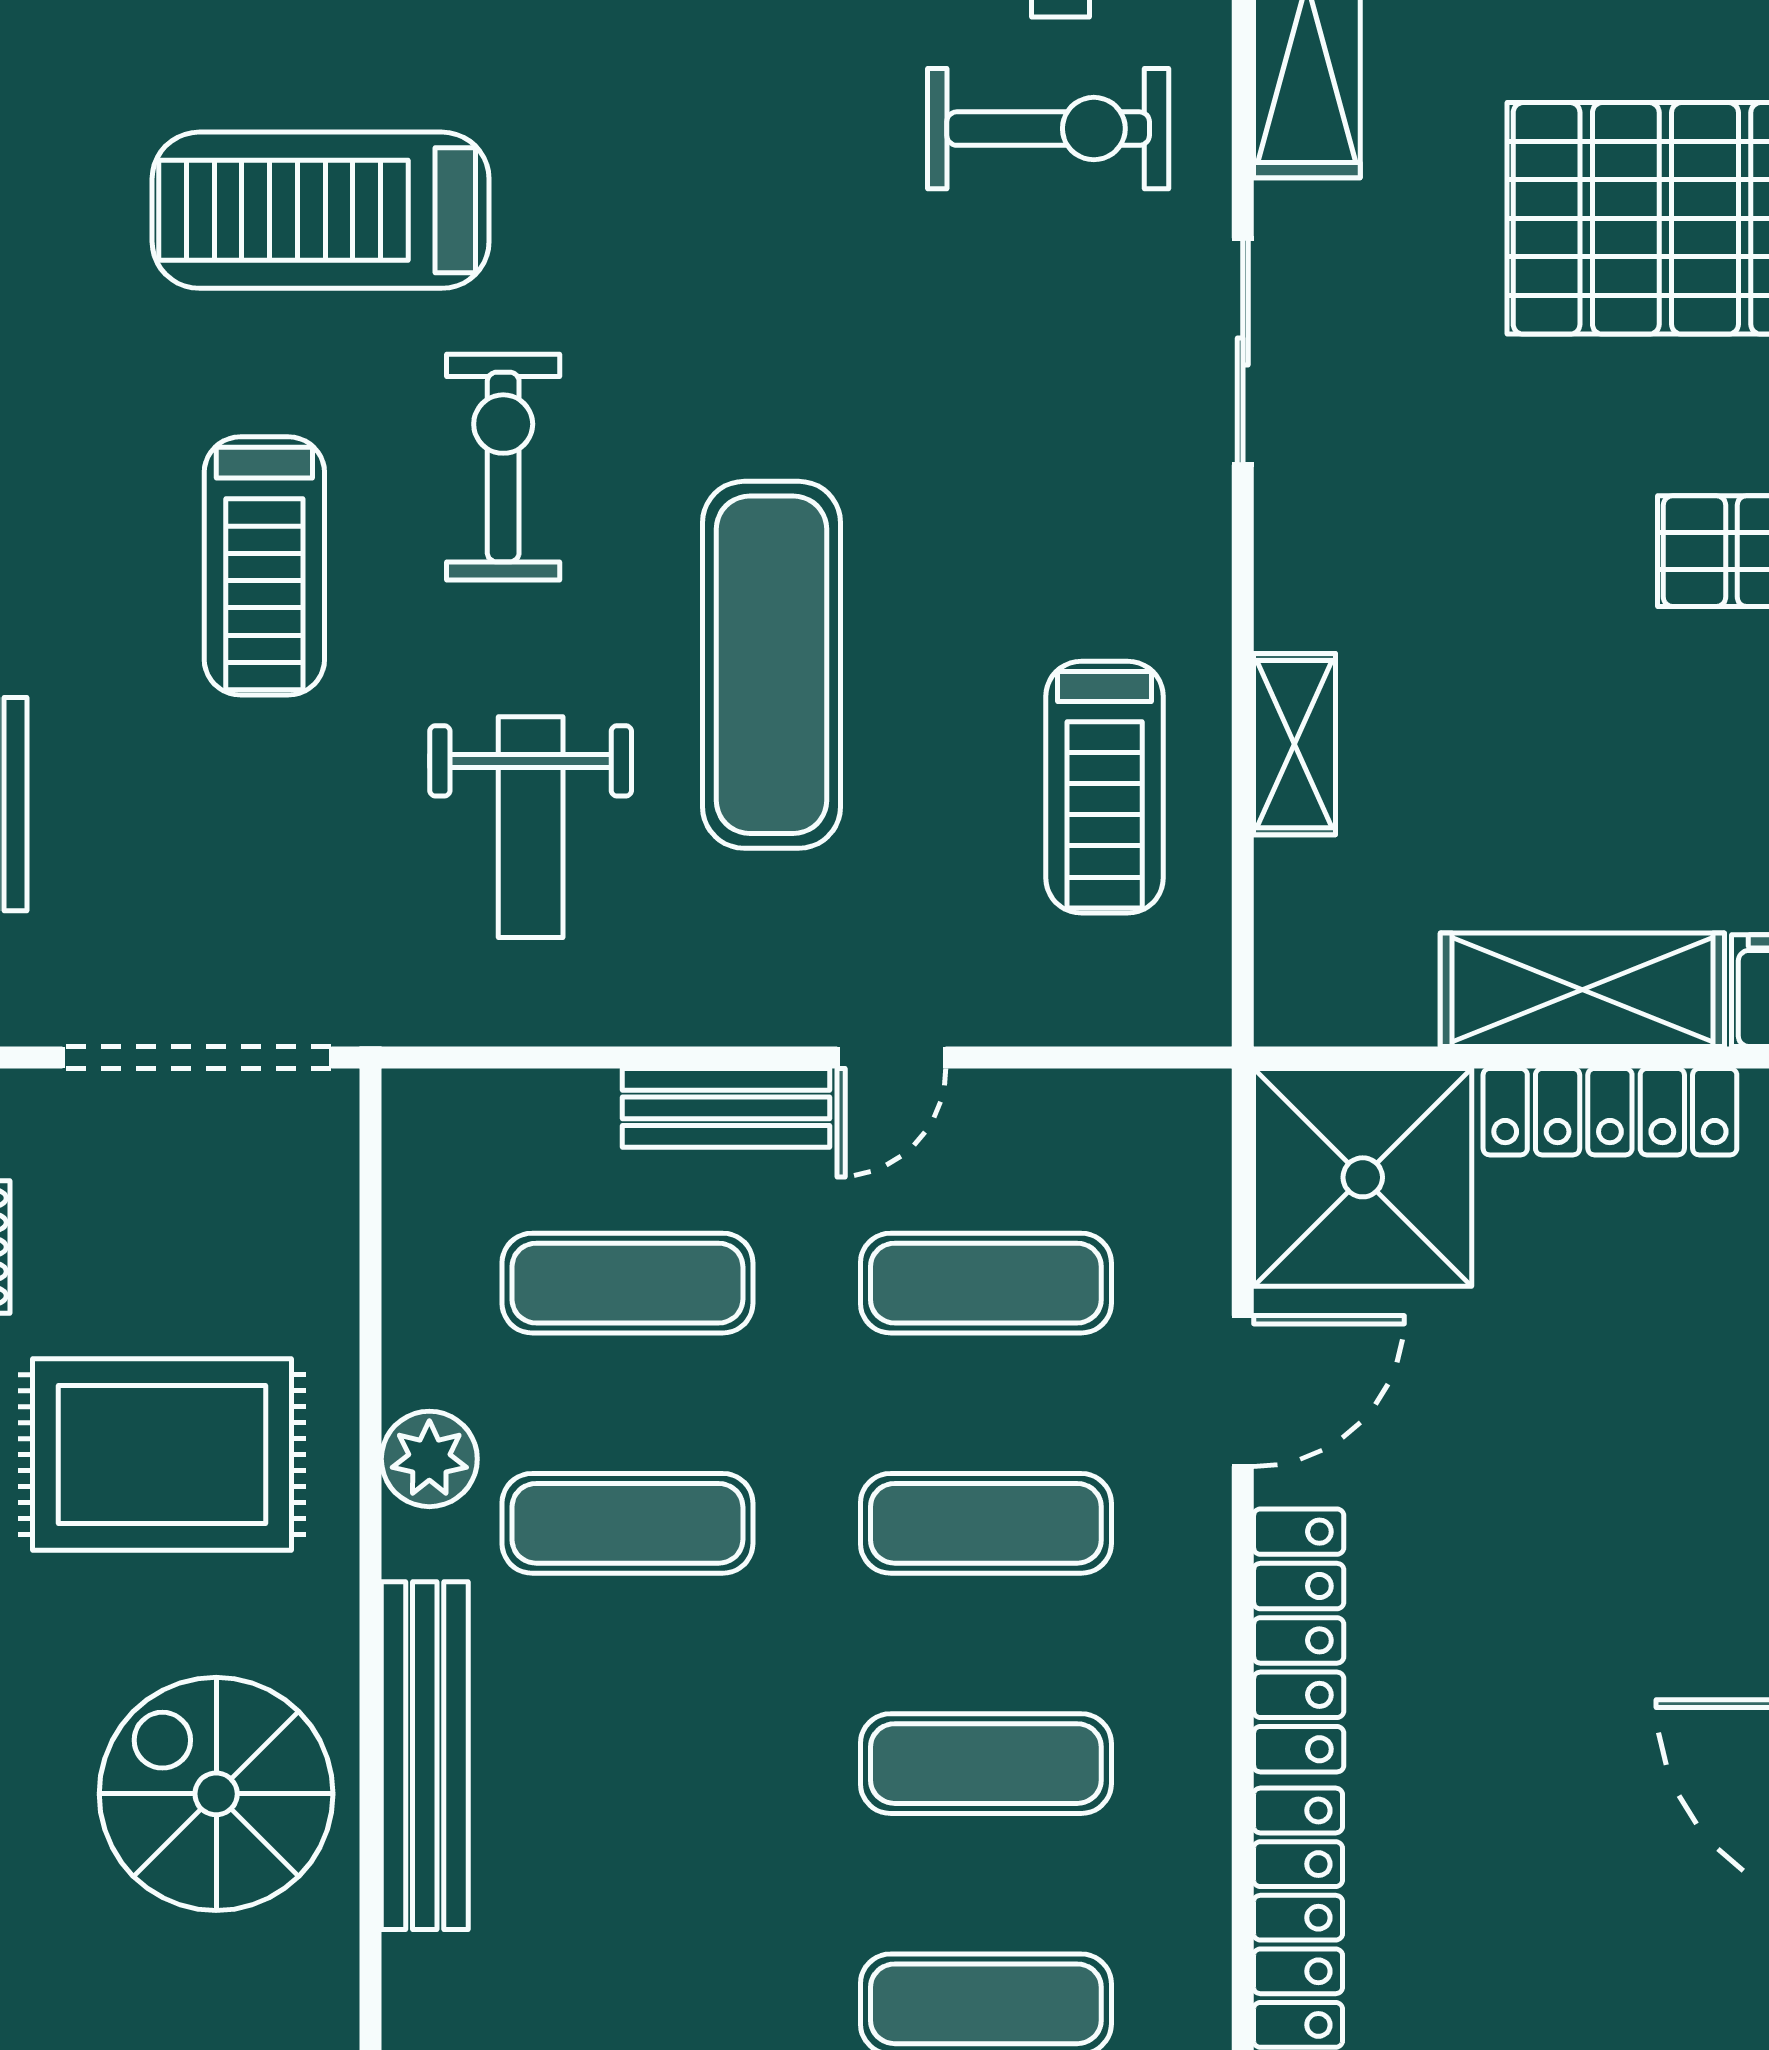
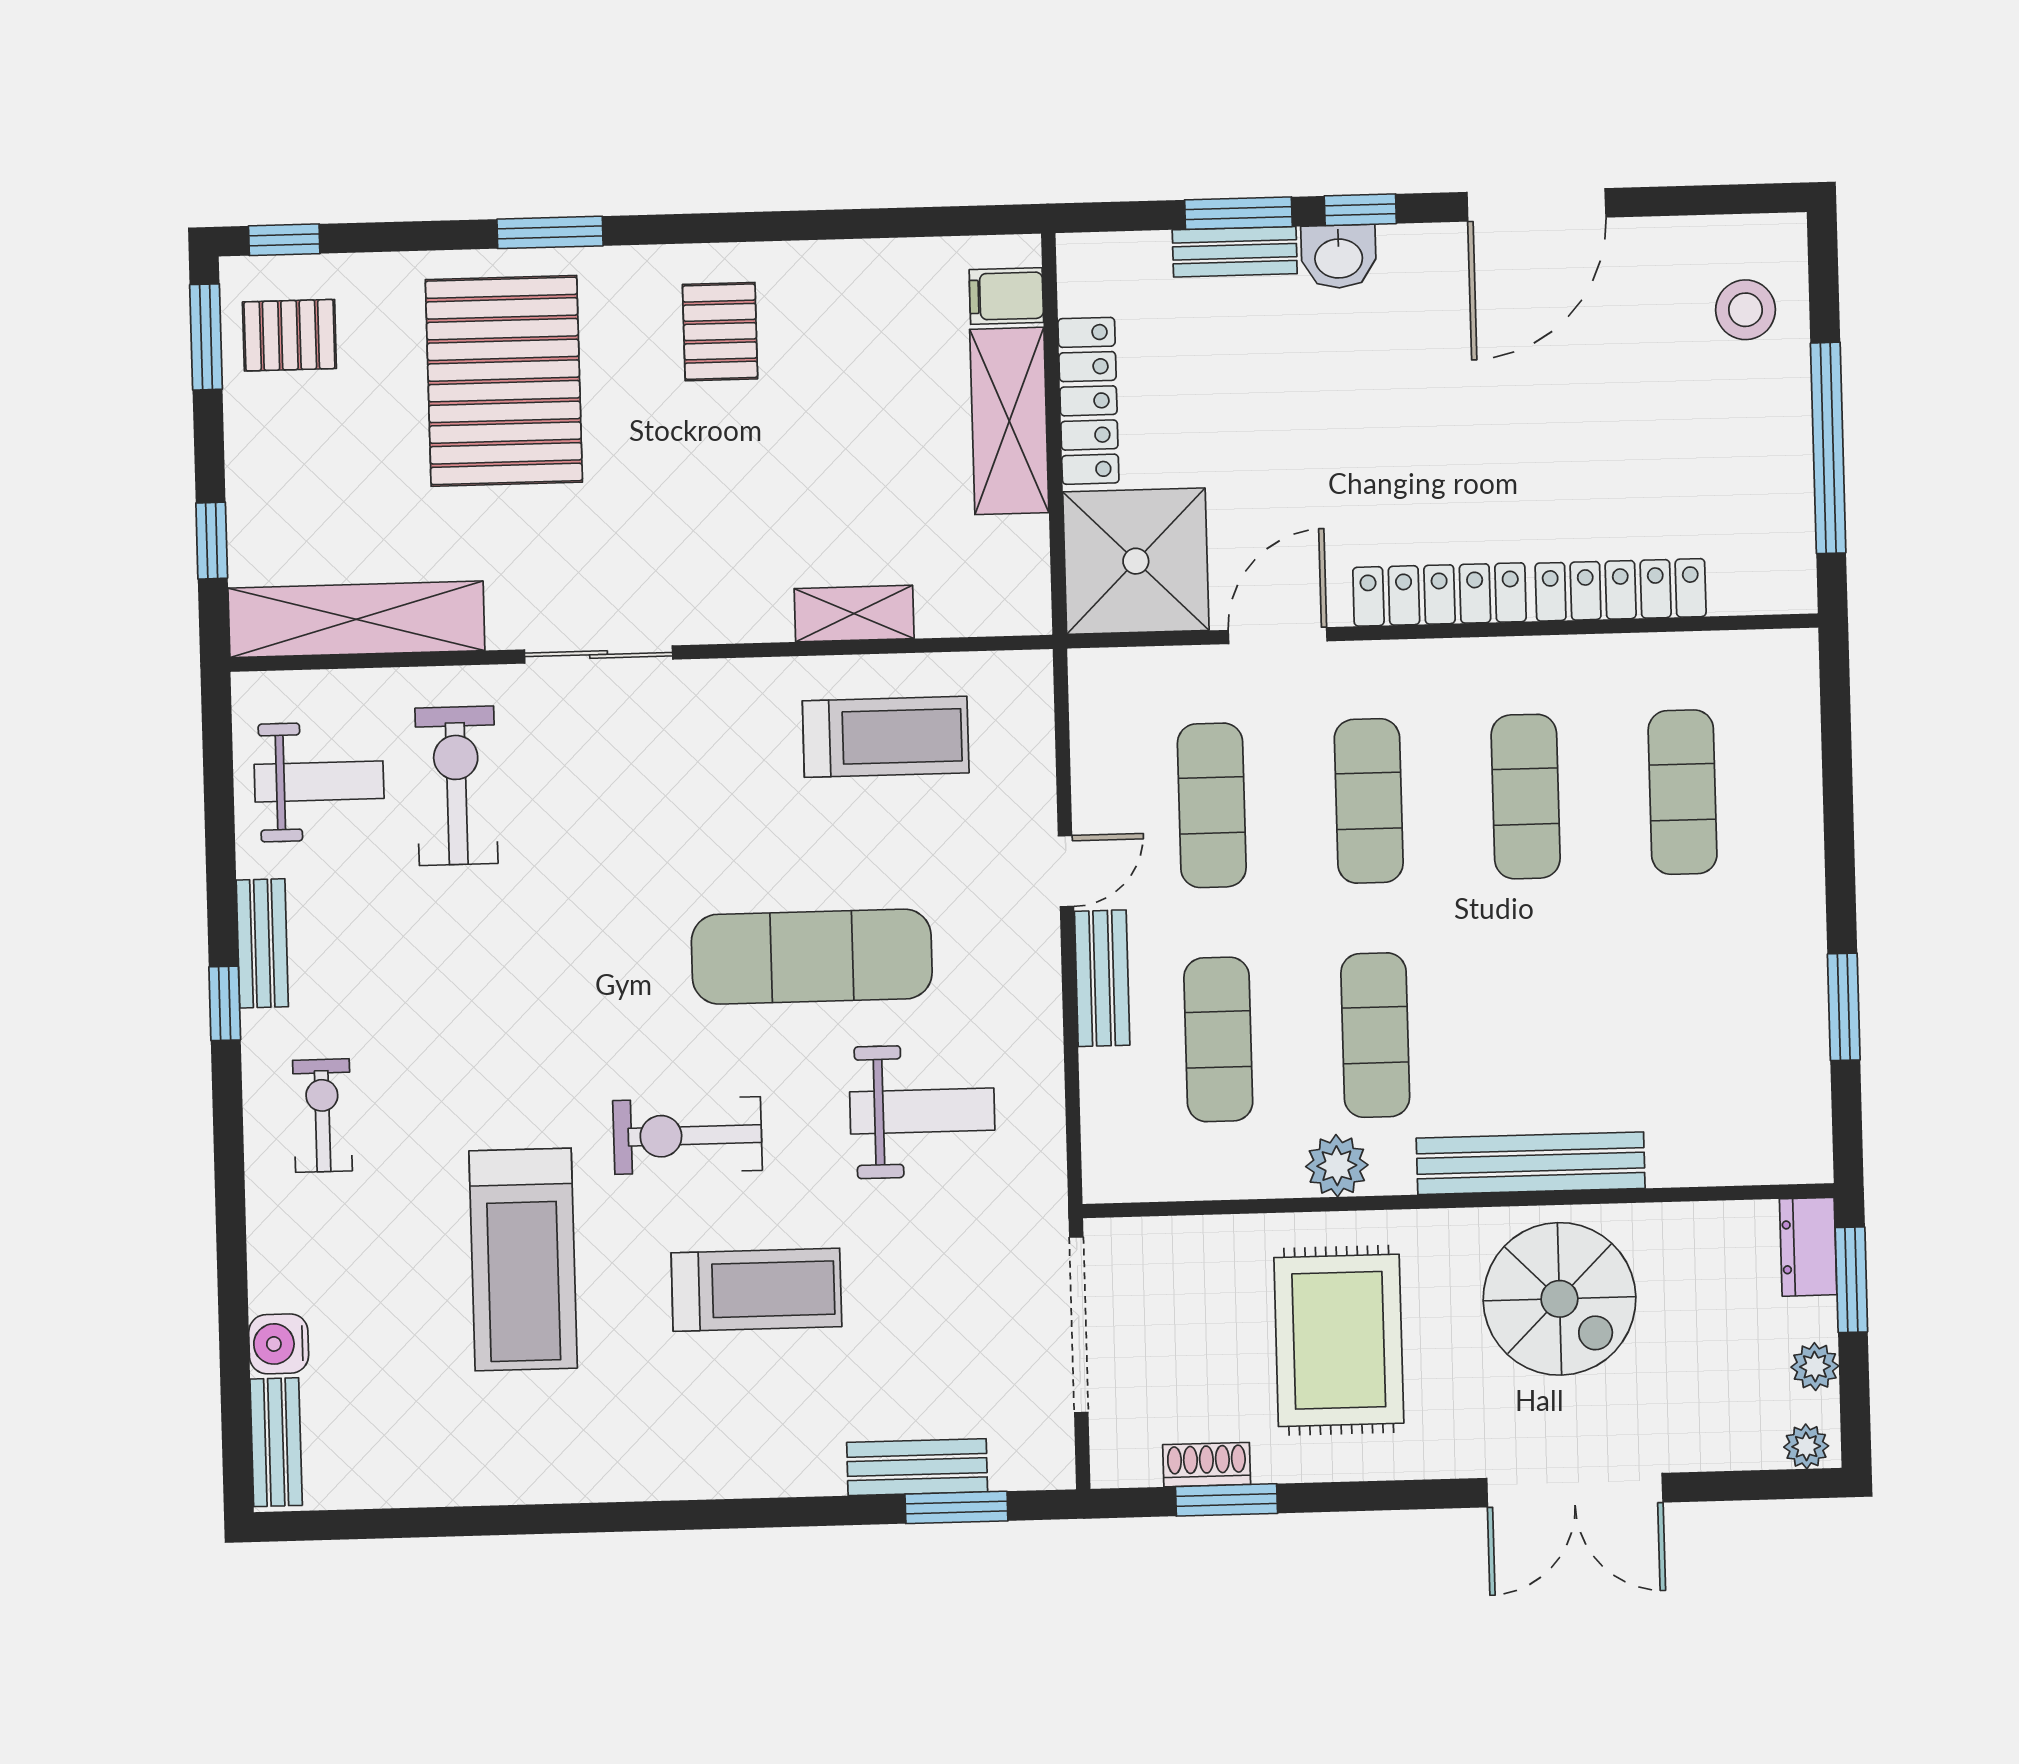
door: (891, 1057) -> (1066, 871), hinge flipped
door: (1243, 1391) -> (1278, 636), hinge flipped
spiral stairs: (216, 1794) -> (1559, 1299), turned -90

